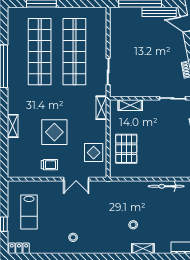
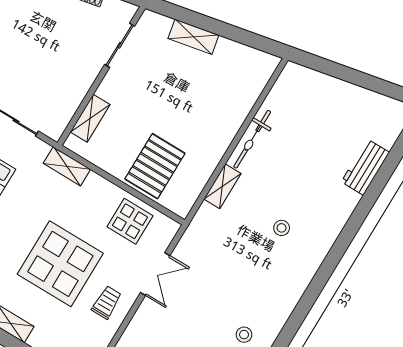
display table: (54, 132) -> (60, 264), width x1.36, depth x1.36
pallet: (126, 149) -> (155, 166), turned 90
shelving: (143, 249) -> (222, 186), moved

